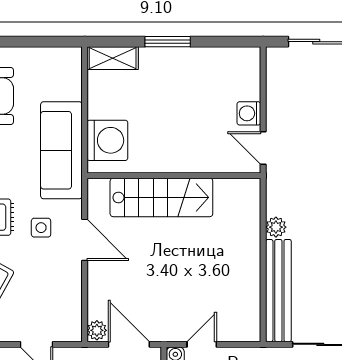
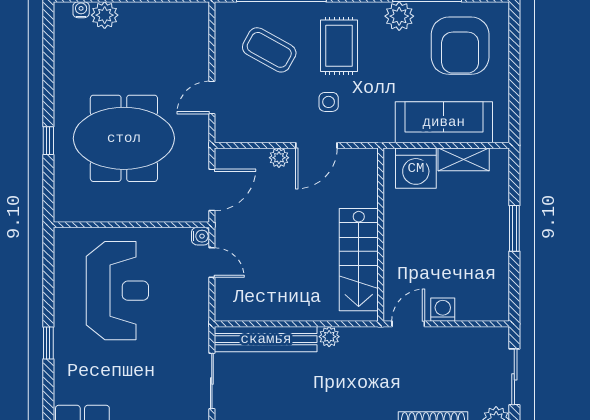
shelving: (113, 58) -> (464, 159), moved, turned 90
sofa: (61, 150) -> (444, 122), moved
stairs: (161, 197) -> (359, 260), moved
plant: (97, 330) -> (279, 158), moved

